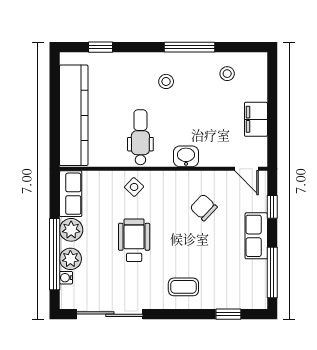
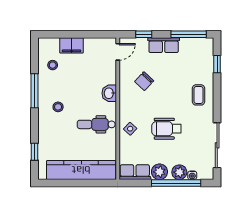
filing cabinet: (256, 119) -> (71, 45), moved

